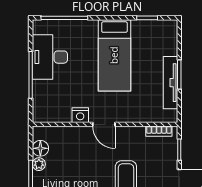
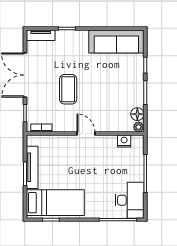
bed: (114, 55) -> (55, 203), moved, turned 90
desk: (50, 57) -> (130, 200), moved
nightstand: (80, 115) -> (124, 141), moved
plant: (39, 164) -> (139, 127), moved

